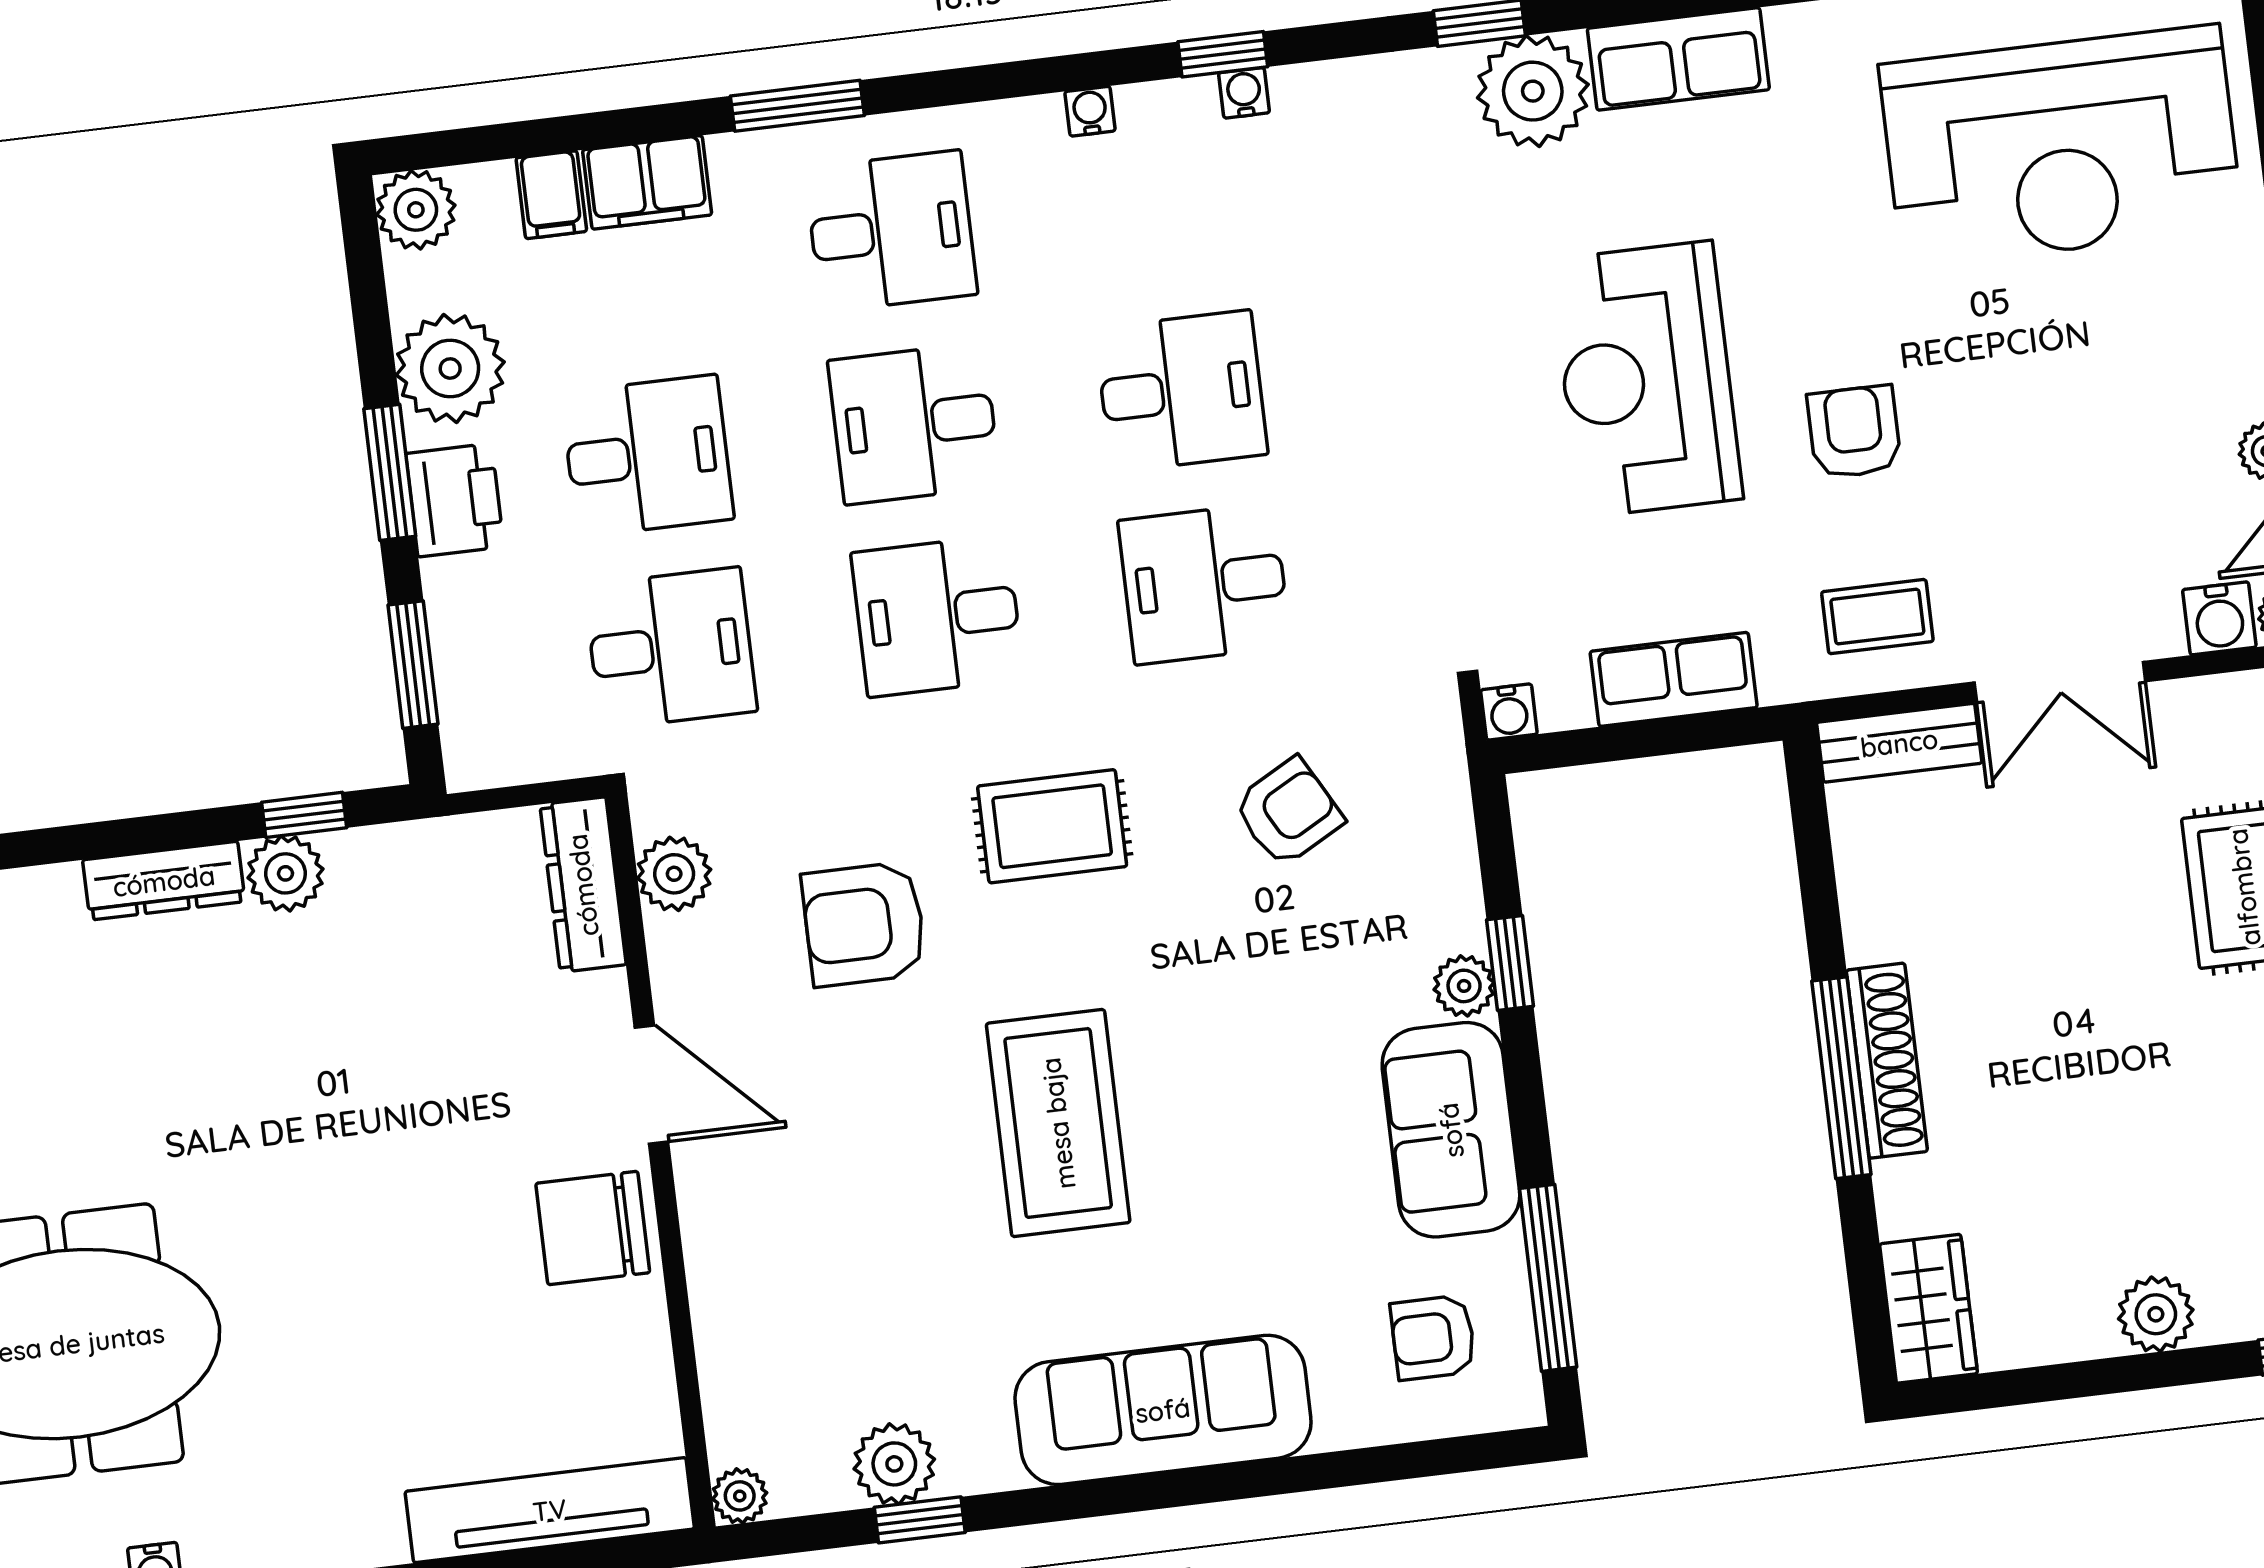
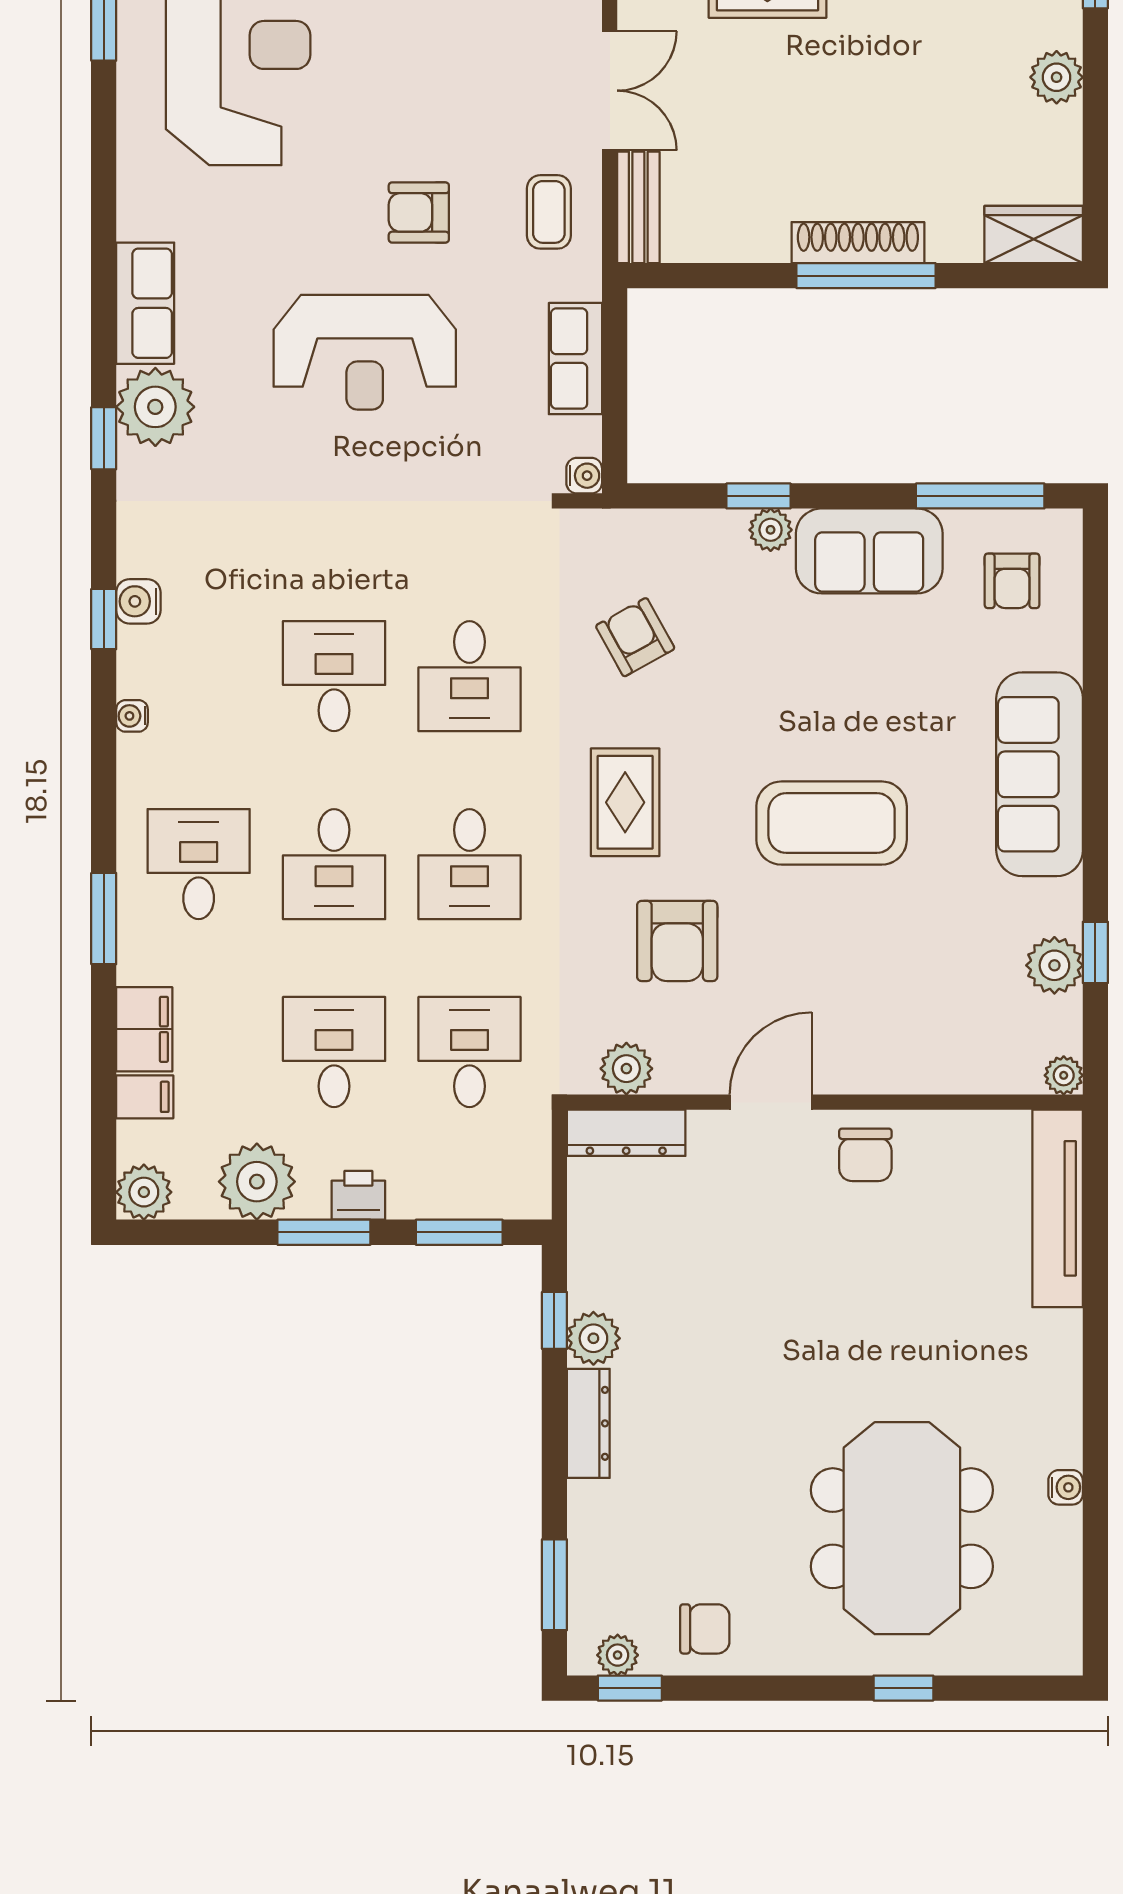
water cooler: (1244, 93) -> (138, 601), width x1.38, depth x1.38
printer: (455, 500) -> (358, 1195), width x0.73, depth x0.81
chair: (593, 1228) -> (865, 1155), width x0.73, depth x0.73

